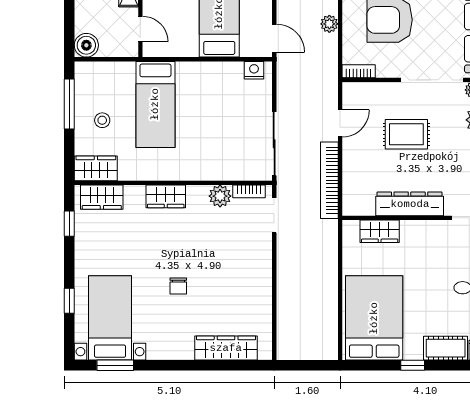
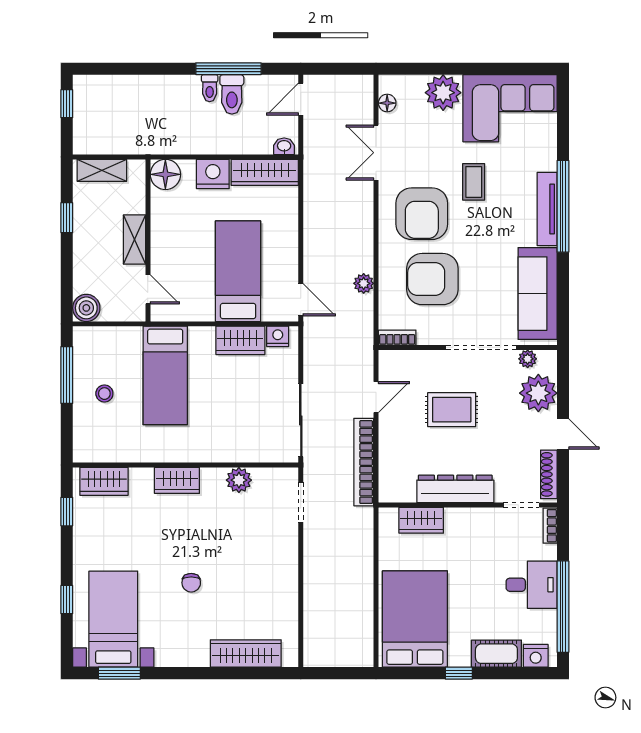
wardrobe: (96, 168) -> (240, 340), moved, turned 180
bookcase: (249, 191) -> (272, 475), removed

